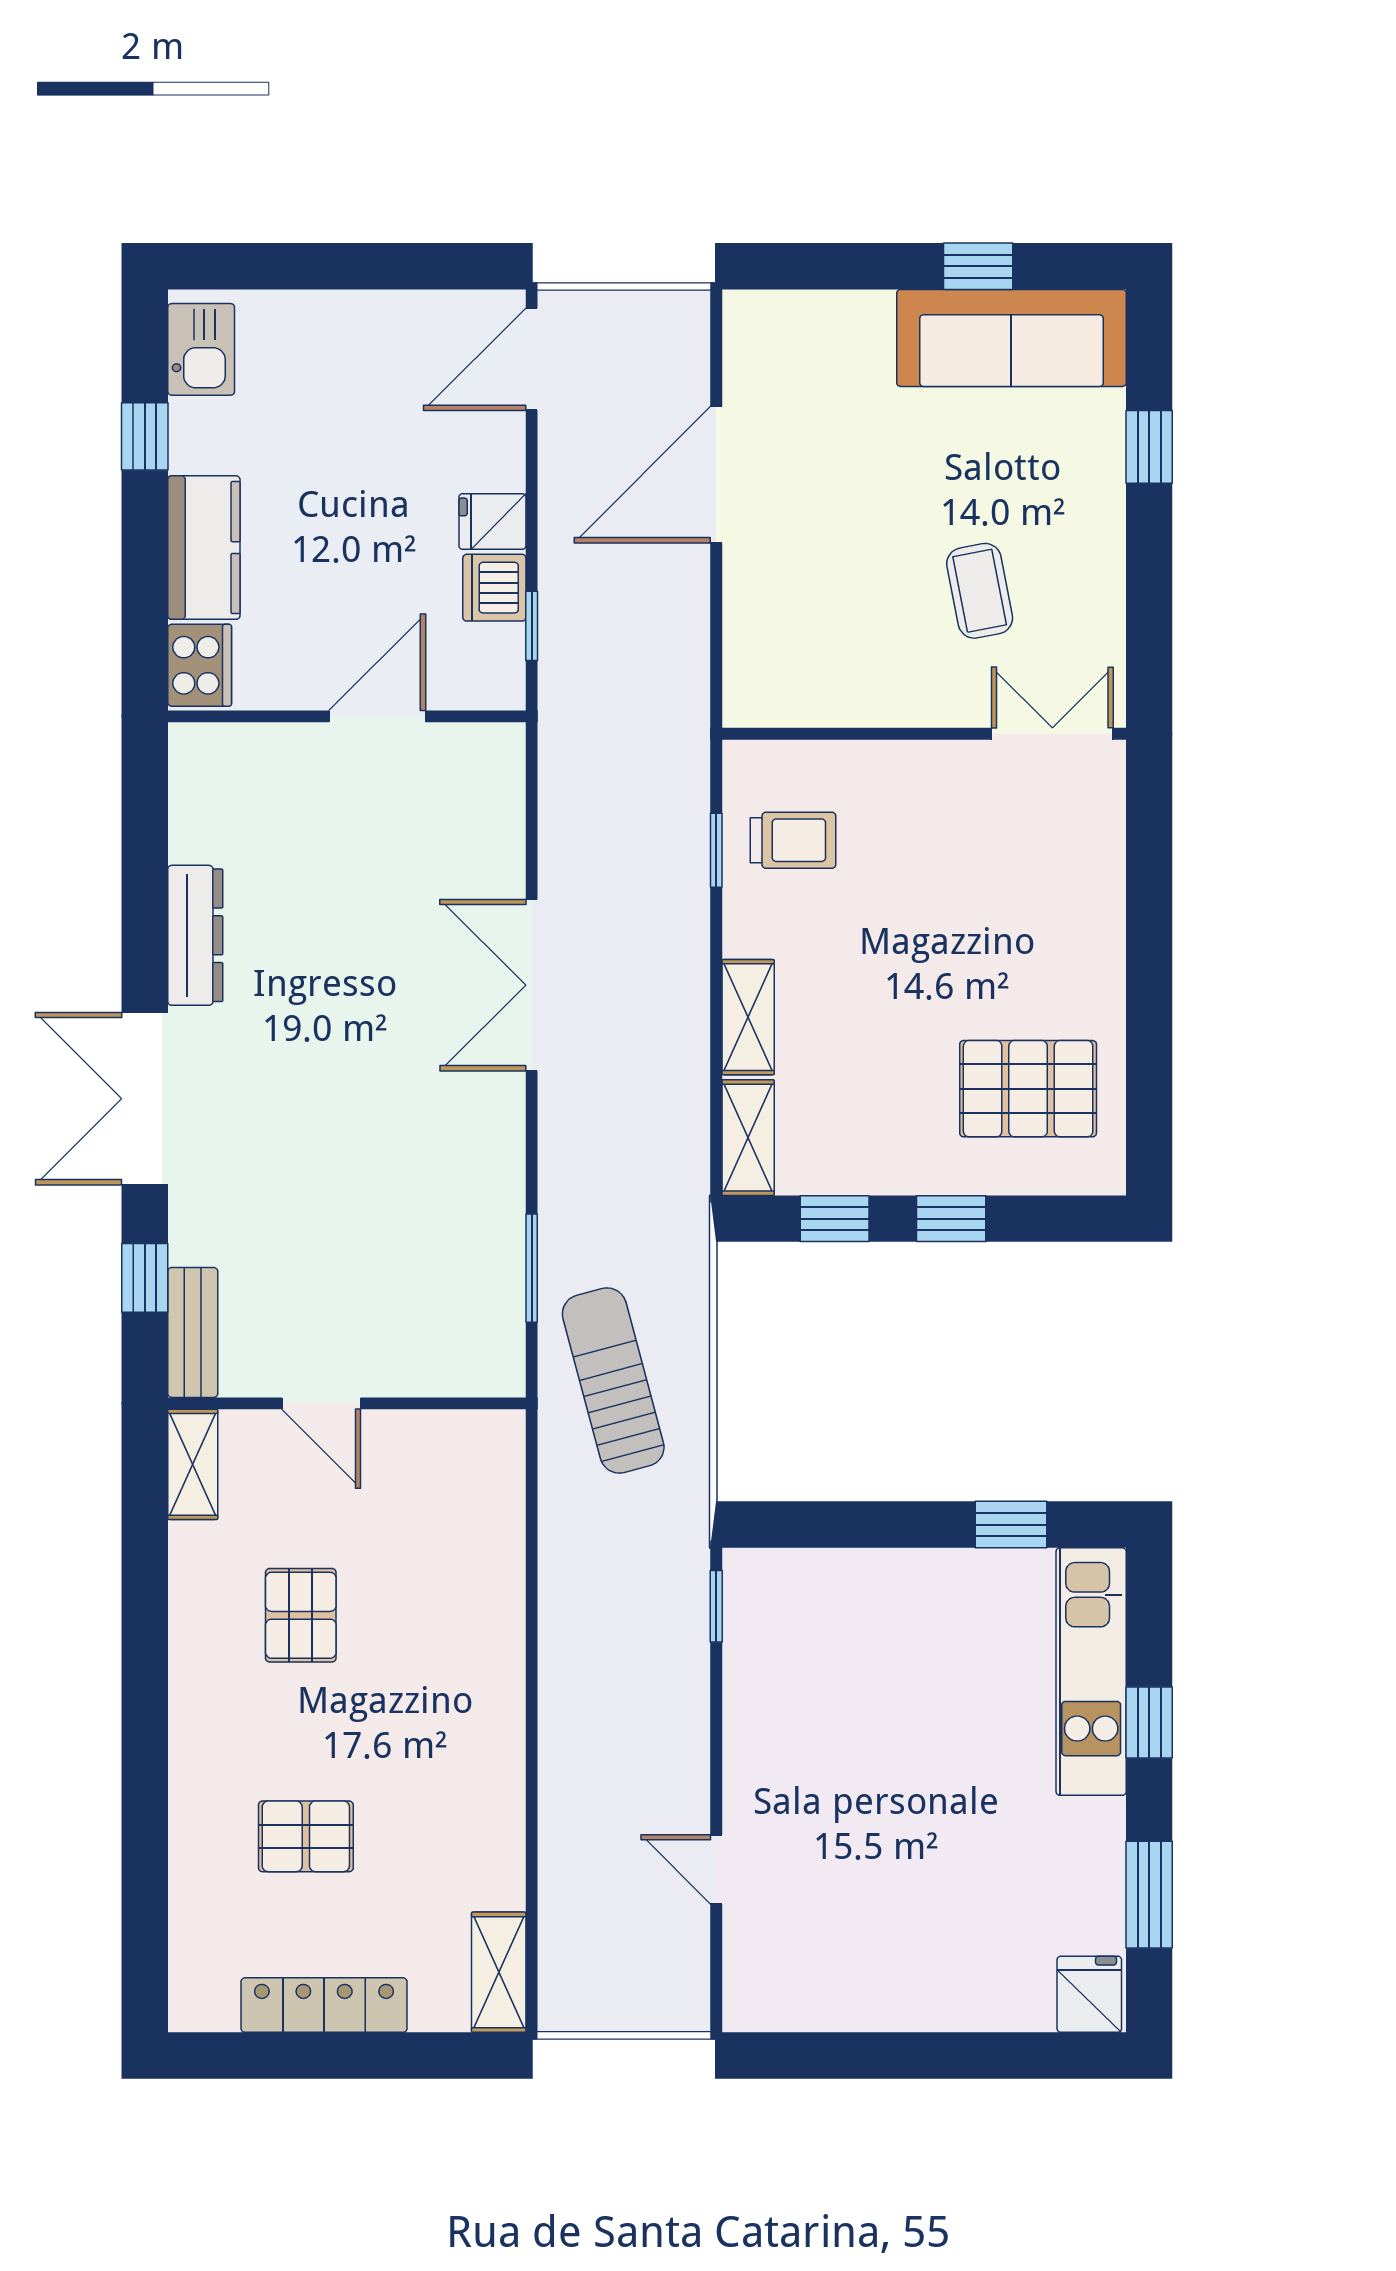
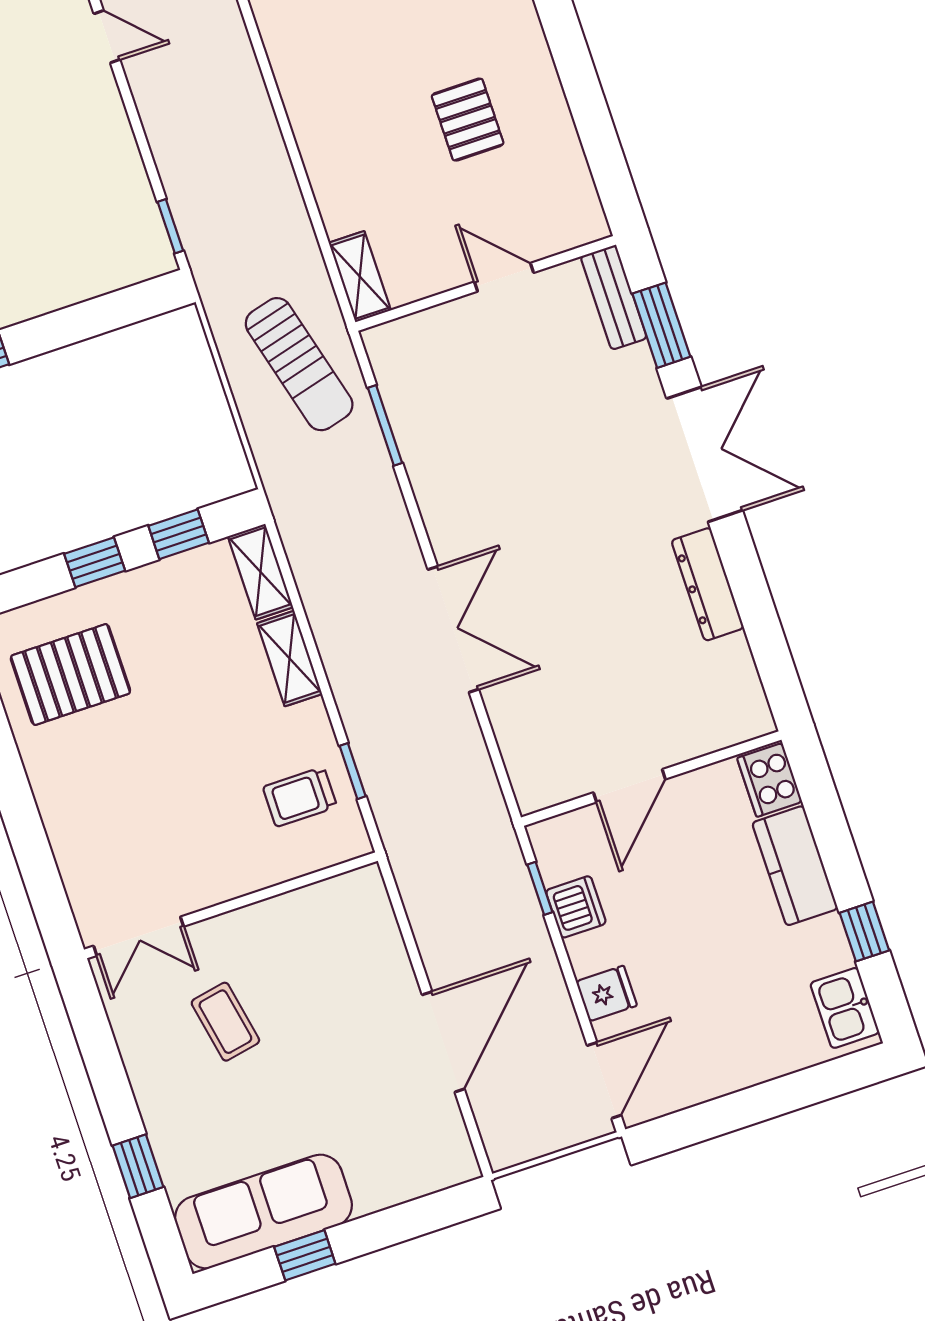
fridge: (492, 521) -> (606, 993), moved
window: (145, 1278) -> (661, 325), width x1.50
shelving: (193, 1464) -> (360, 277), moved

